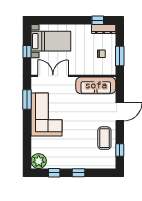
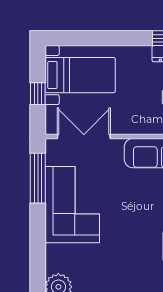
window: (27, 99) -> (38, 178), width x1.44

